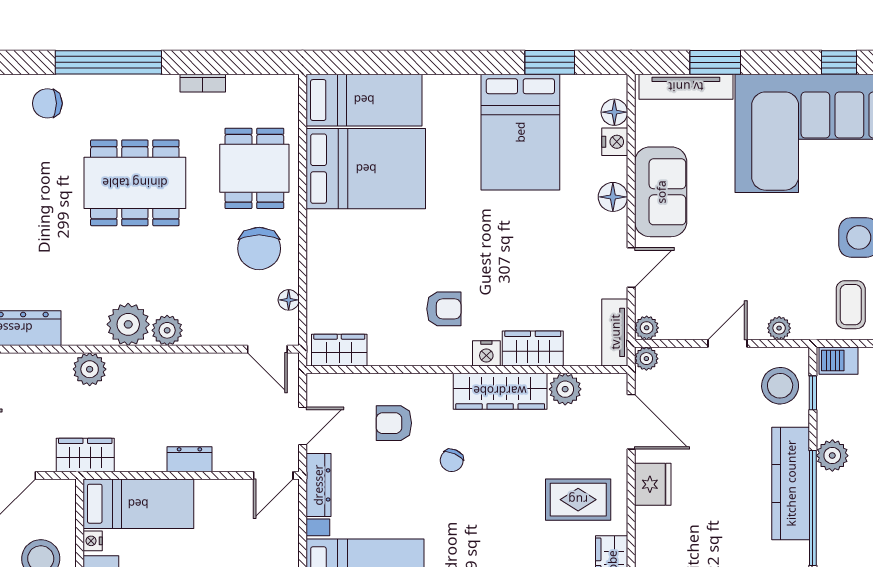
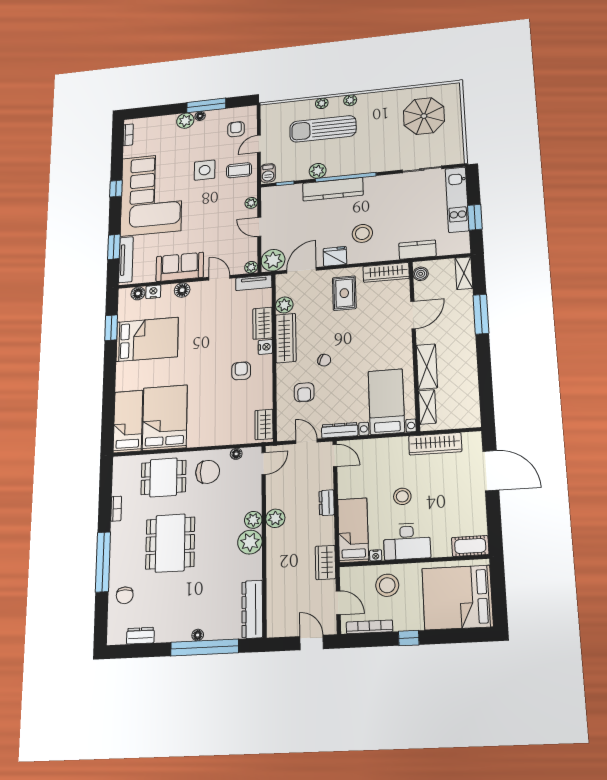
plant: (646, 359) -> (273, 260), width x1.88, depth x1.88
plant: (90, 369) -> (275, 518), moved
stool: (780, 386) -> (362, 233), moved

